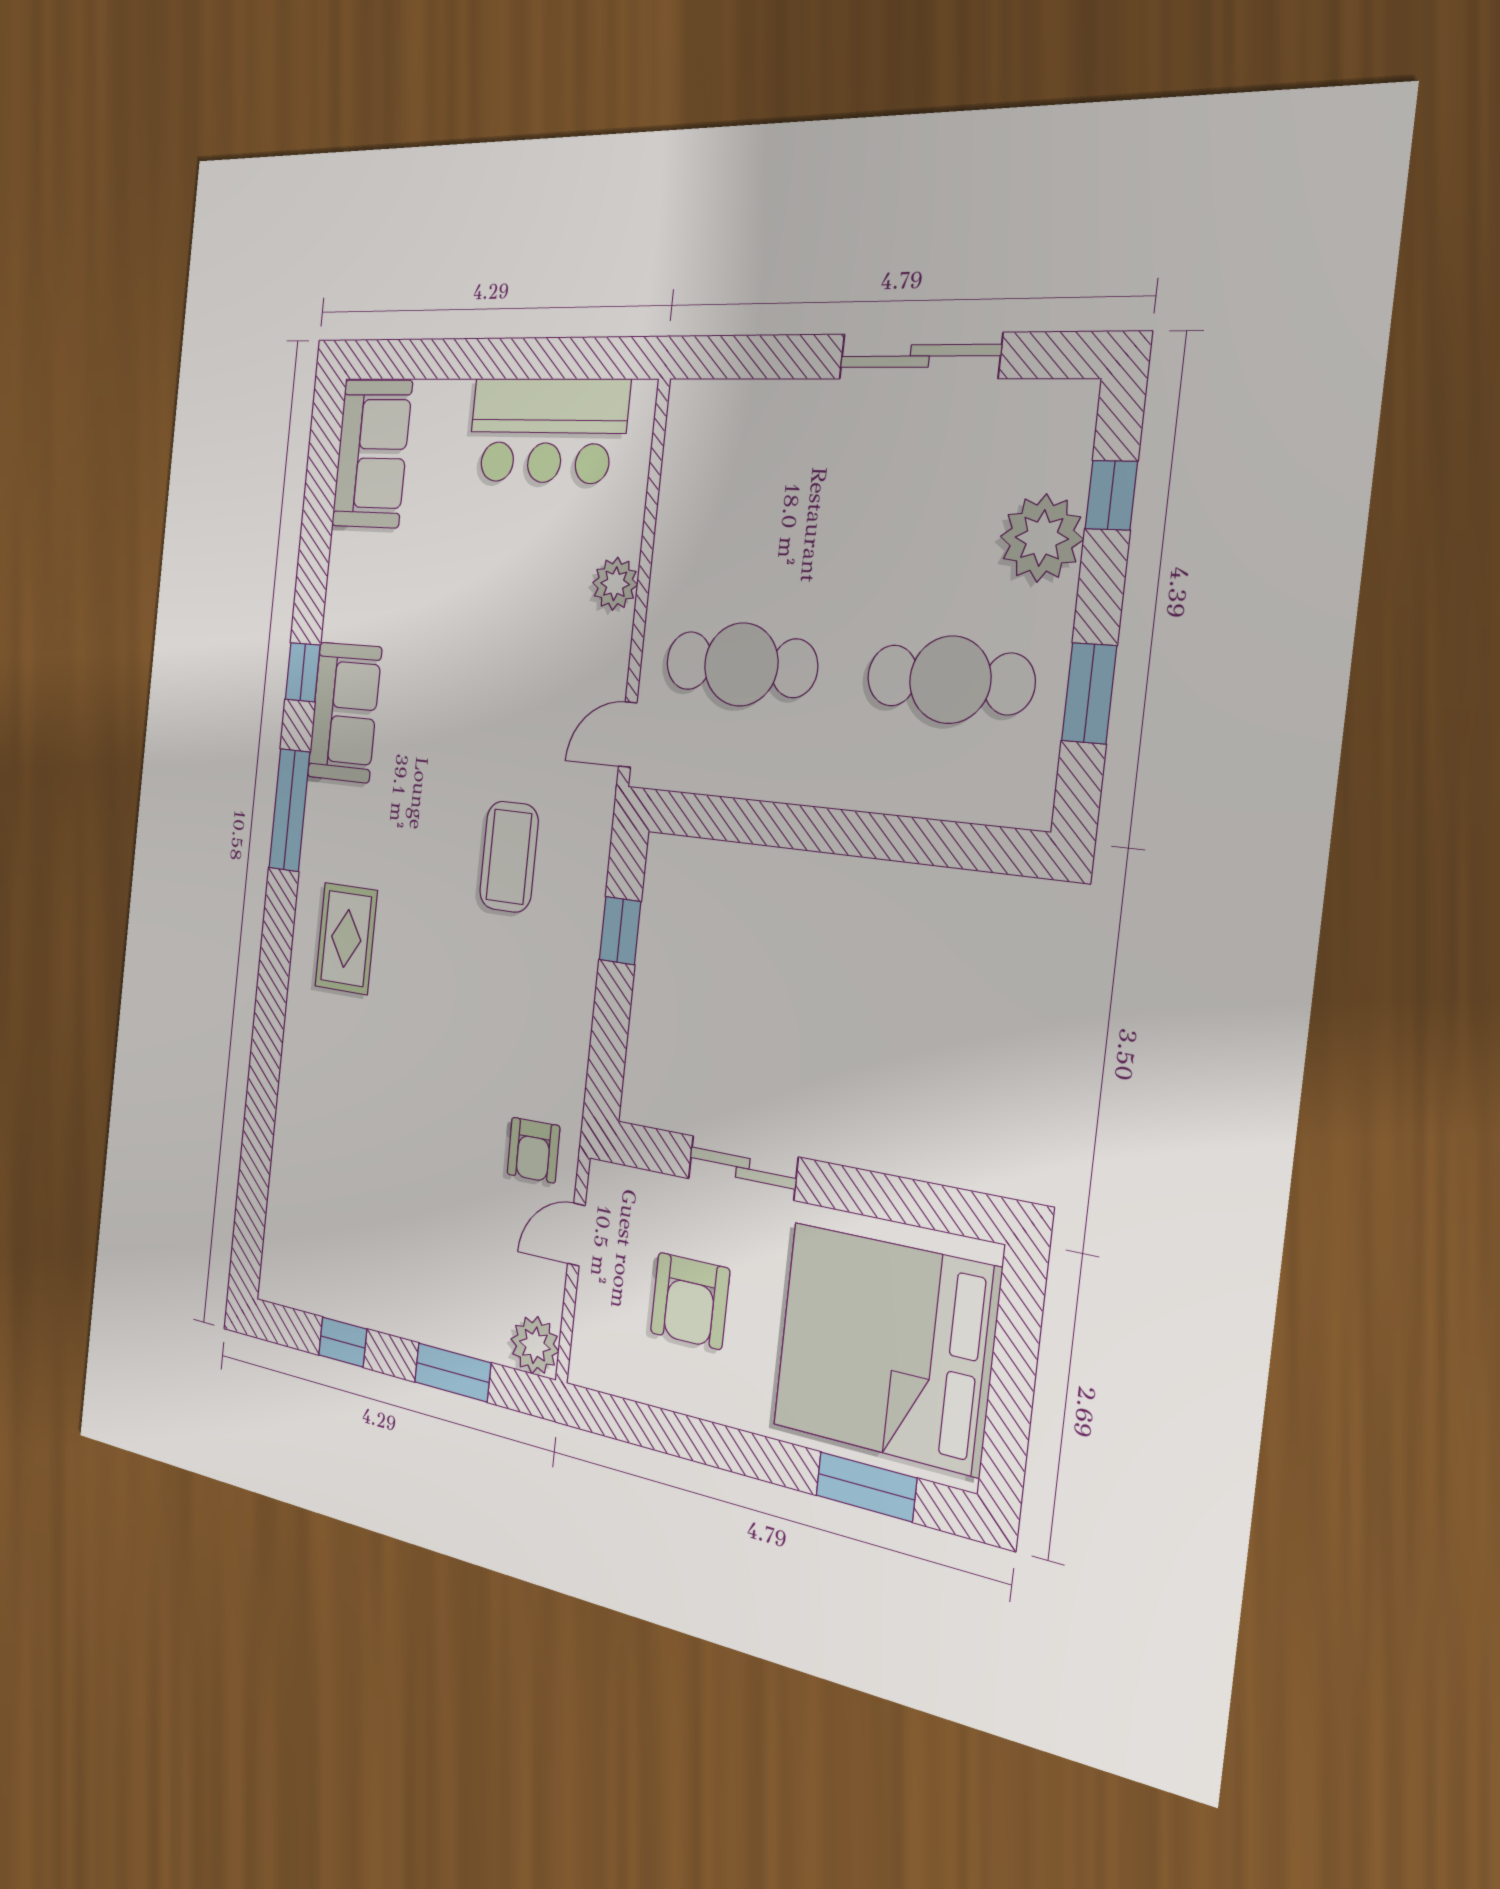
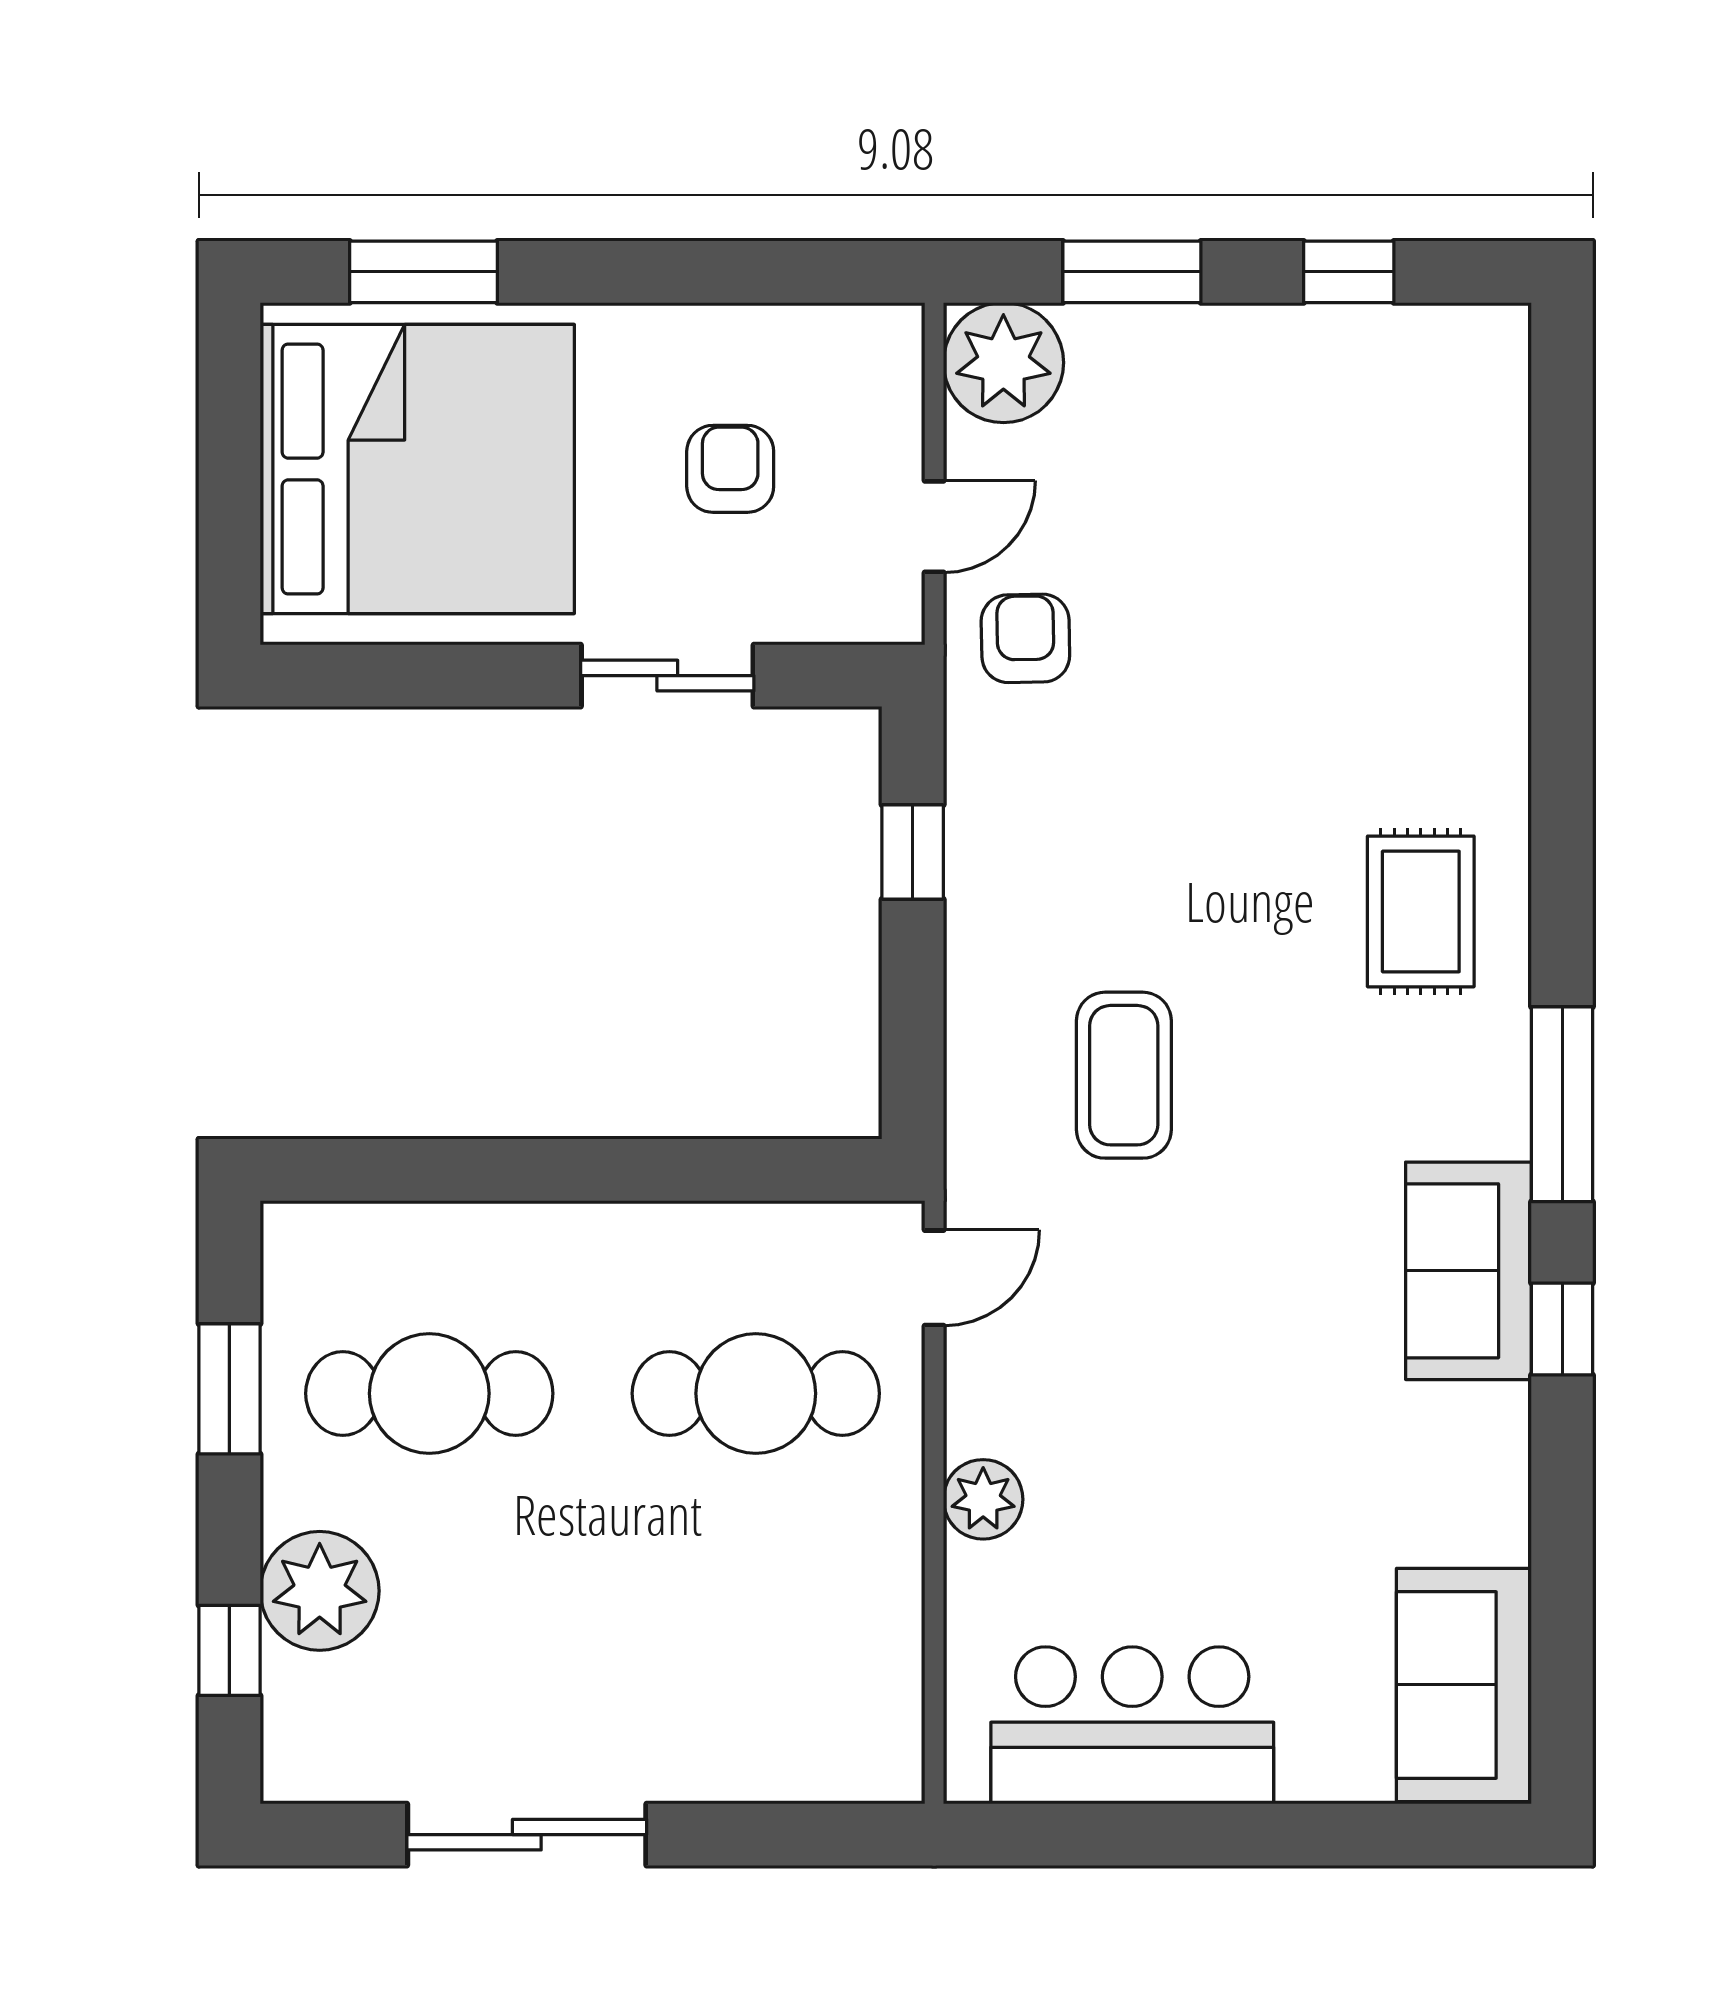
window: (620, 931) -> (913, 852), moved
armchair: (690, 1301) -> (730, 469), width x0.72, depth x0.72
plant: (535, 1345) -> (1003, 363), width x1.36, depth x1.36

